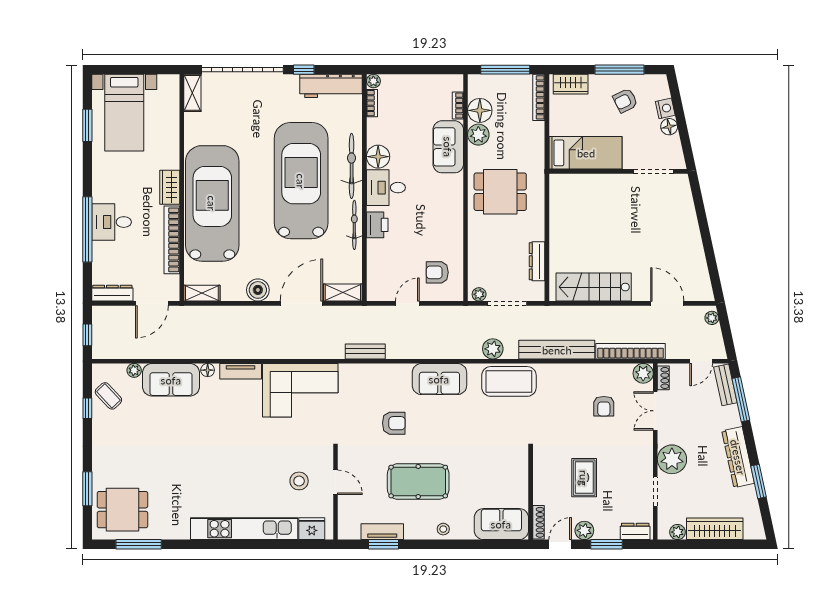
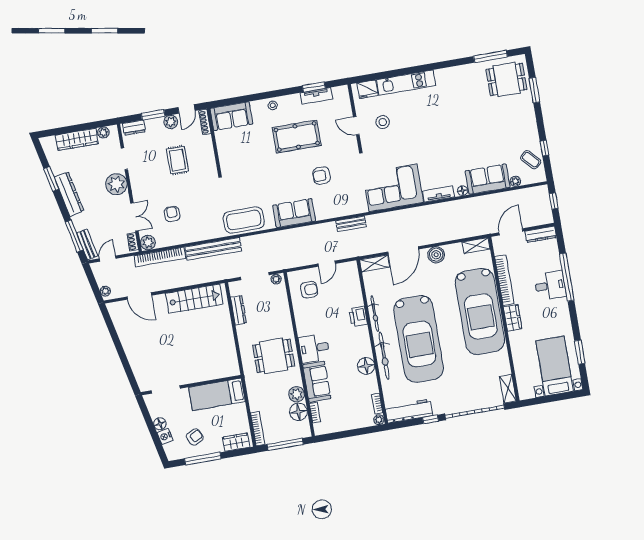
desk: (386, 188) -> (314, 348), moved, turned 180
plant: (493, 349) -> (259, 241), removed
kitchen unit: (244, 529) -> (406, 83), width x0.73

